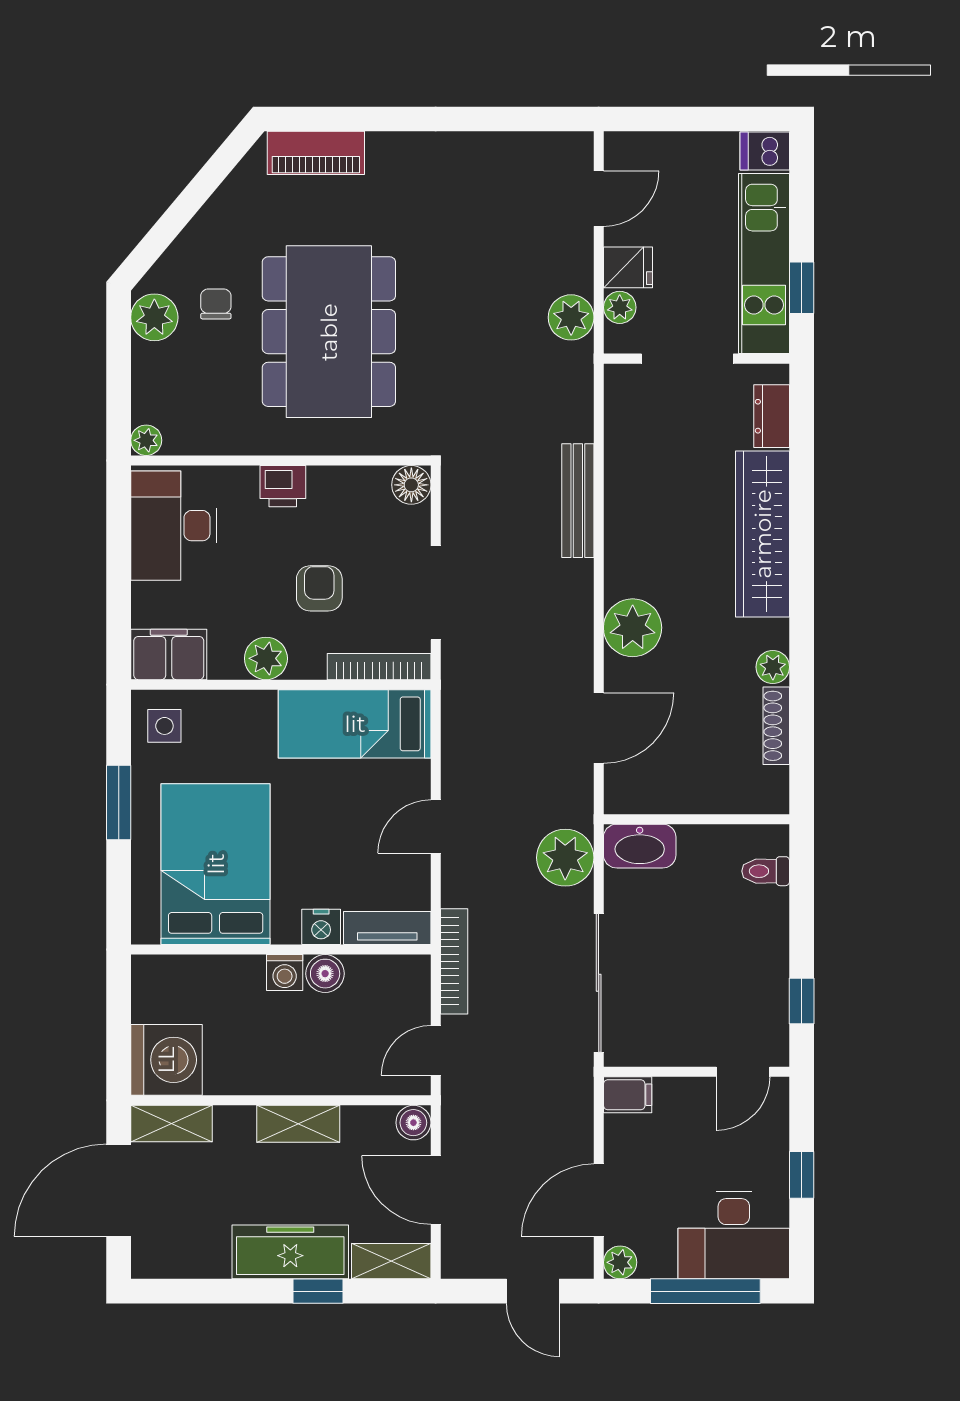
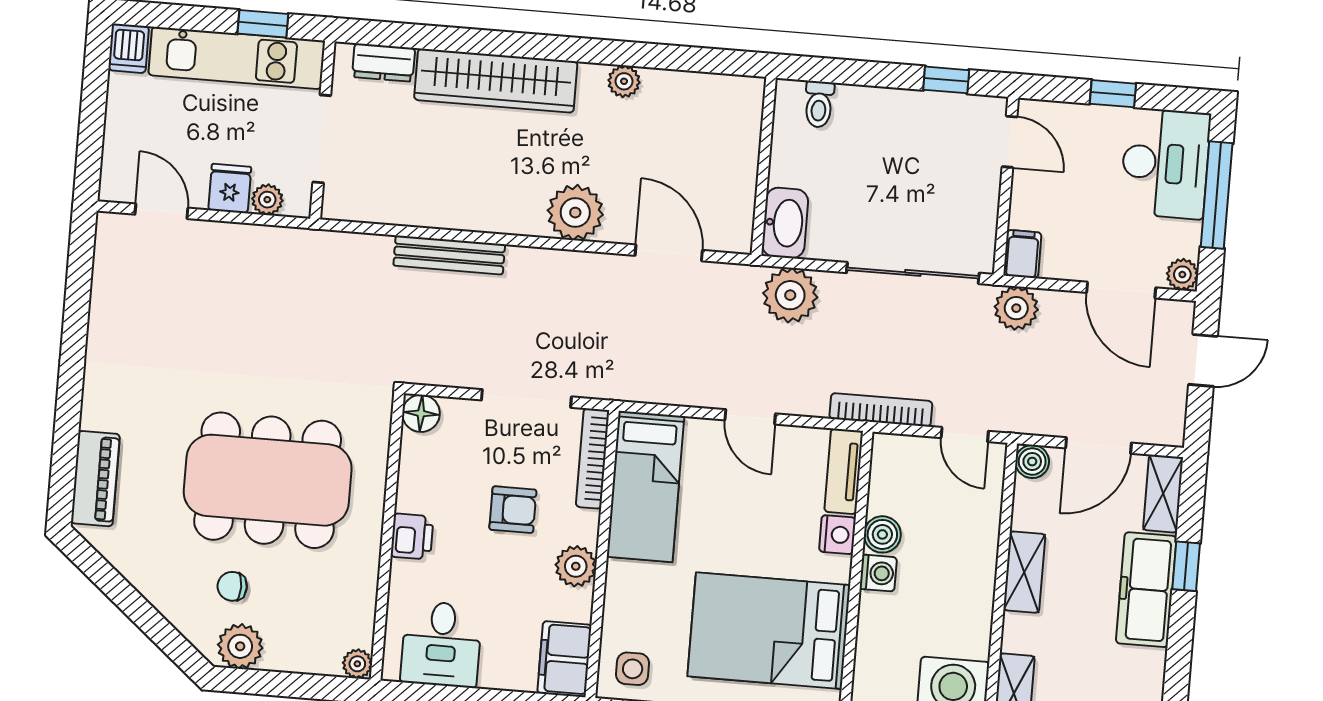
plant: (571, 317) -> (1016, 308), moved
desk: (174, 526) -> (441, 644), width x0.73
armchair: (319, 588) -> (513, 510), turned 180
shoe rack: (776, 726) -> (681, 83), removed

